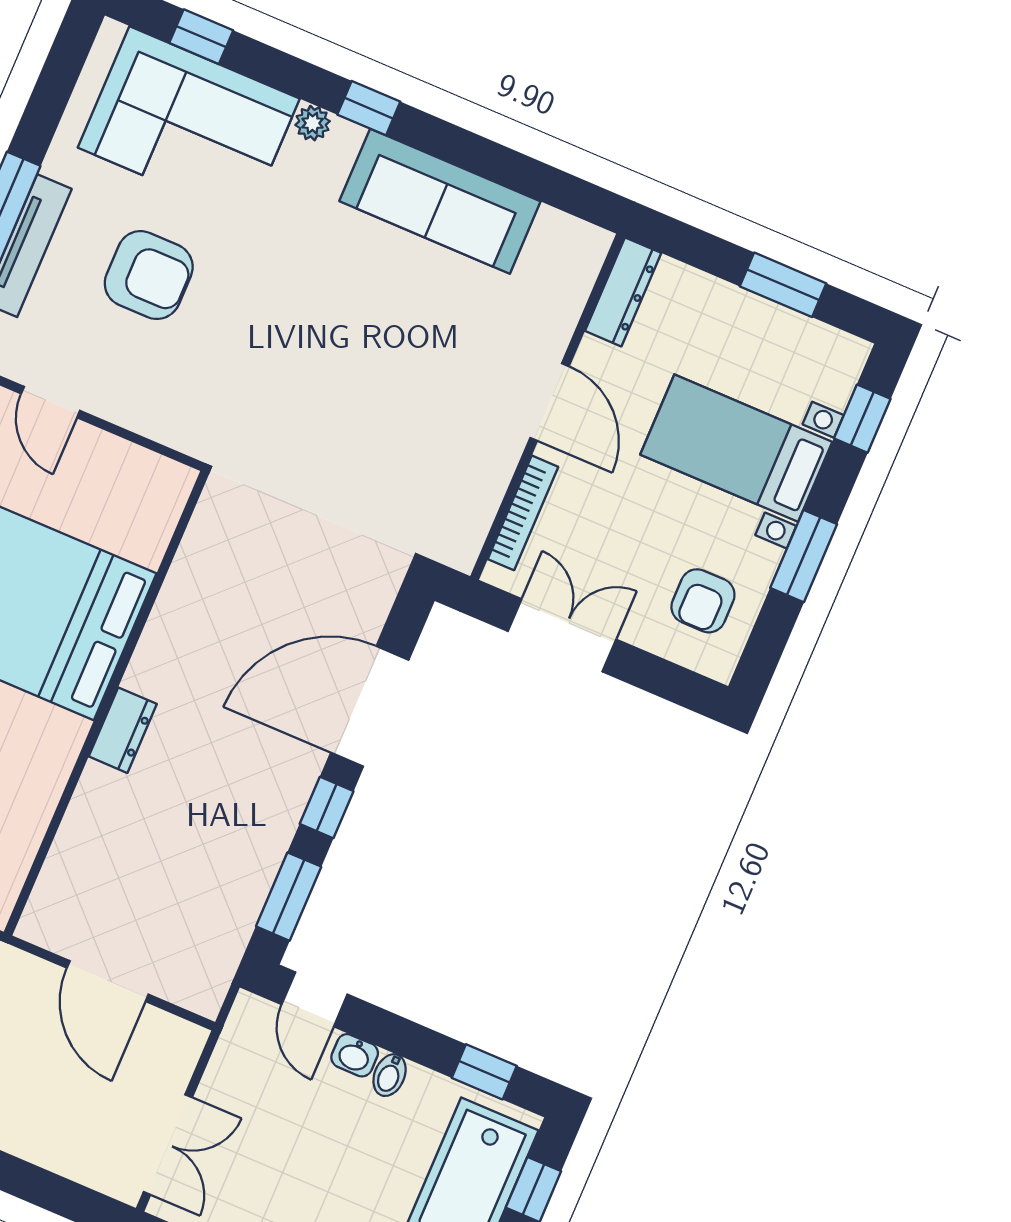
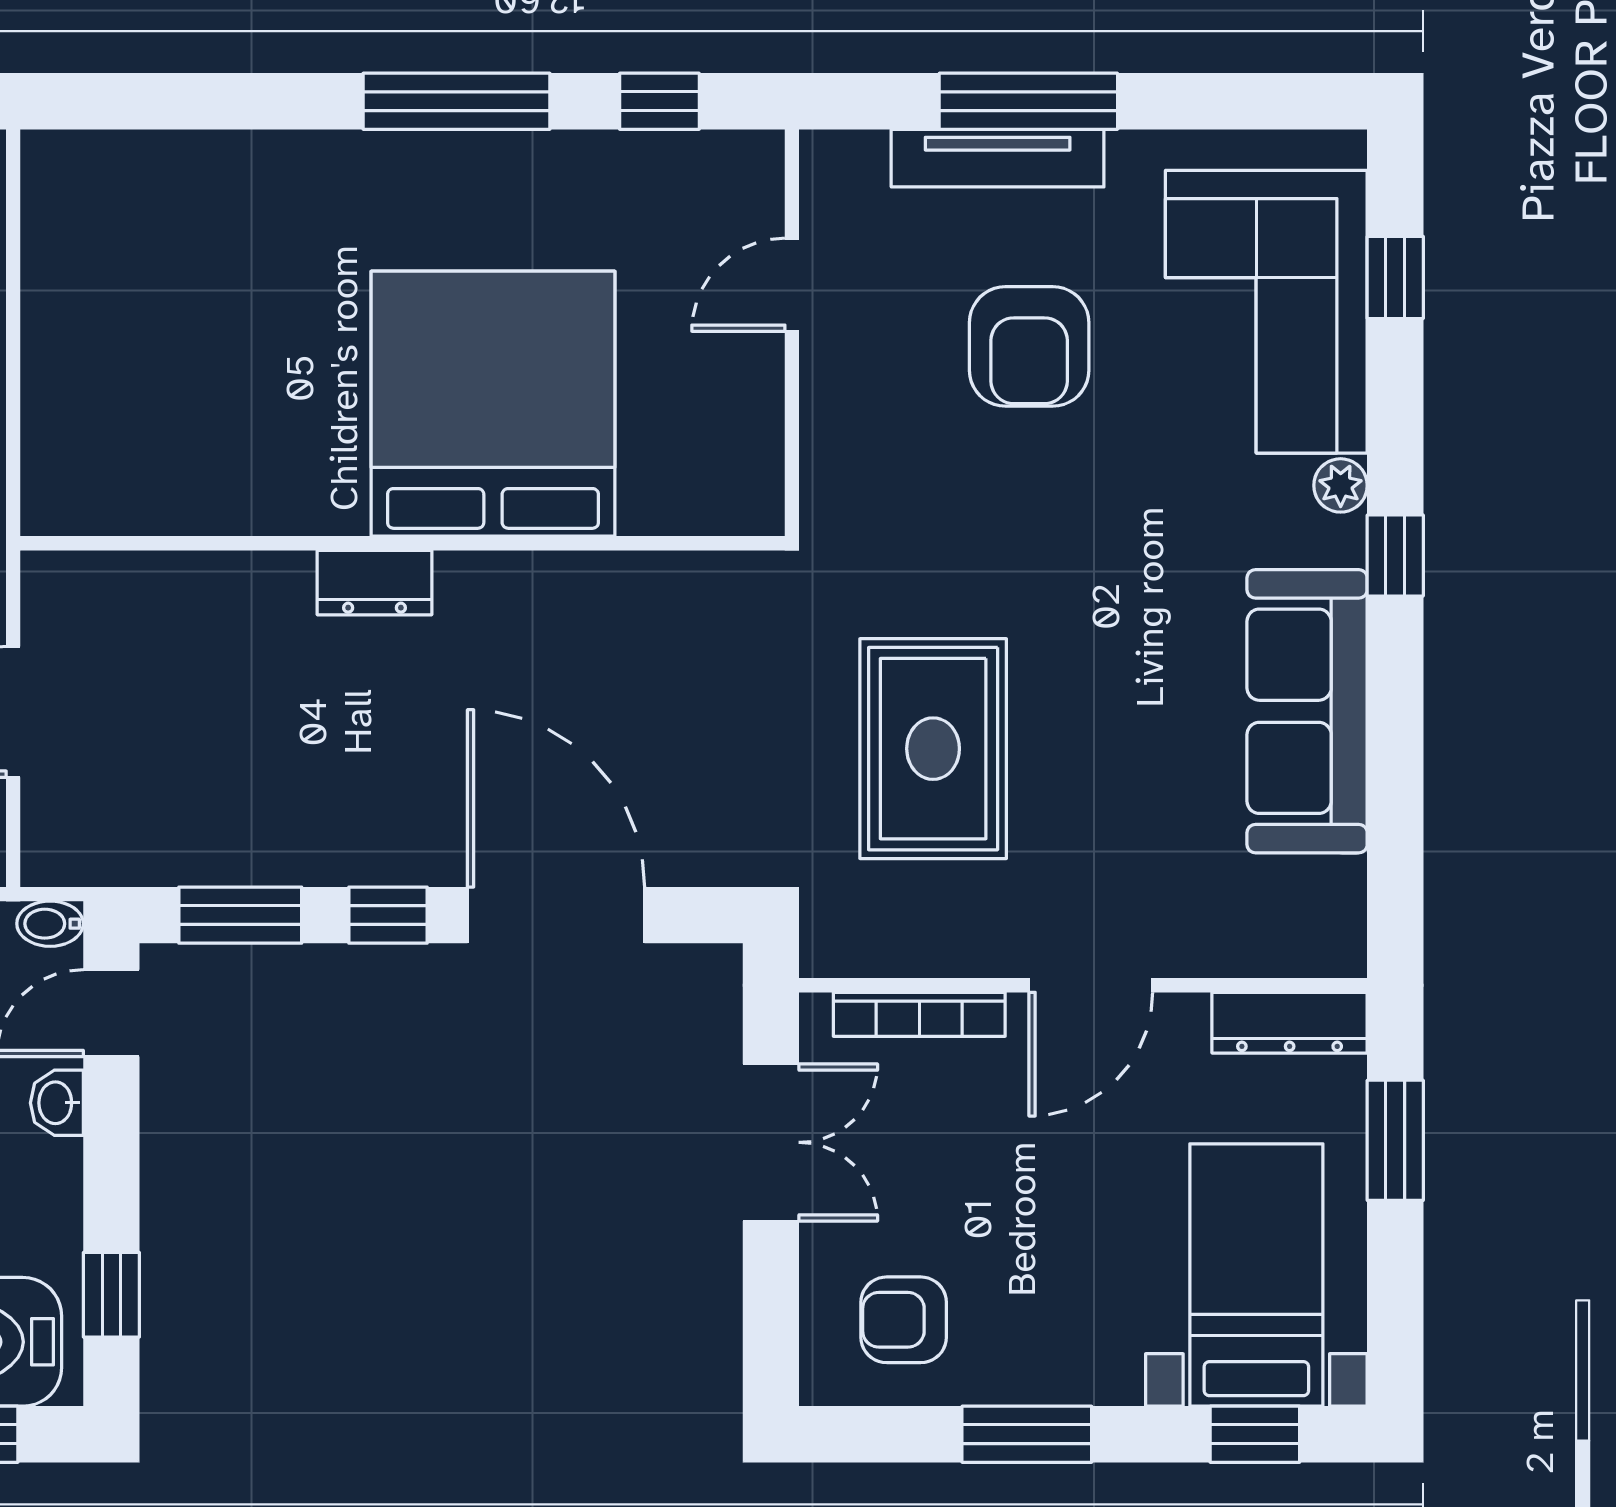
window: (783, 285) -> (1395, 1140), moved
rug: (366, 436) -> (933, 749), added
bed with nightstands: (736, 448) -> (1256, 1275), moved
bidet: (390, 1075) -> (50, 924), moved

